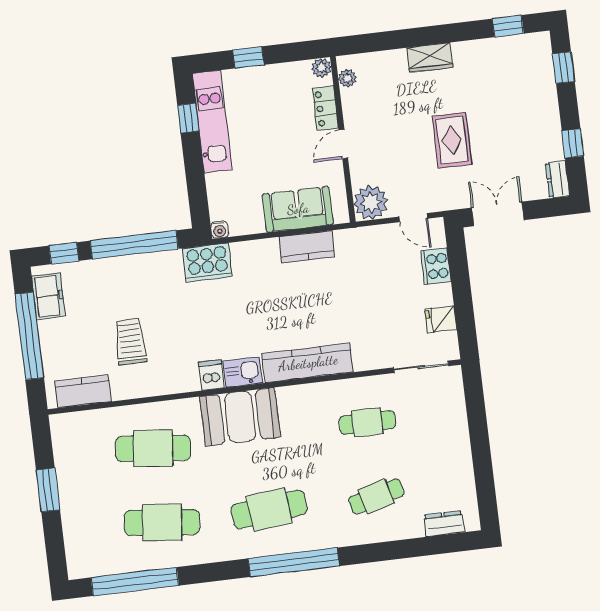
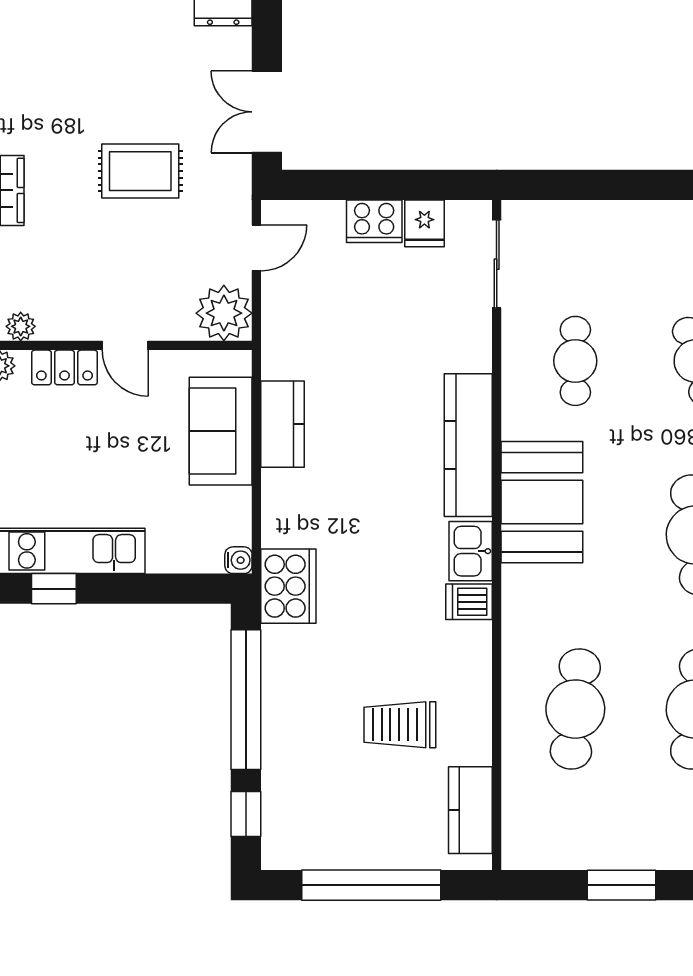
cooker: (436, 266) -> (374, 221), moved
freezer: (48, 296) -> (311, 847), removed
booth: (240, 417) -> (542, 502), moved

